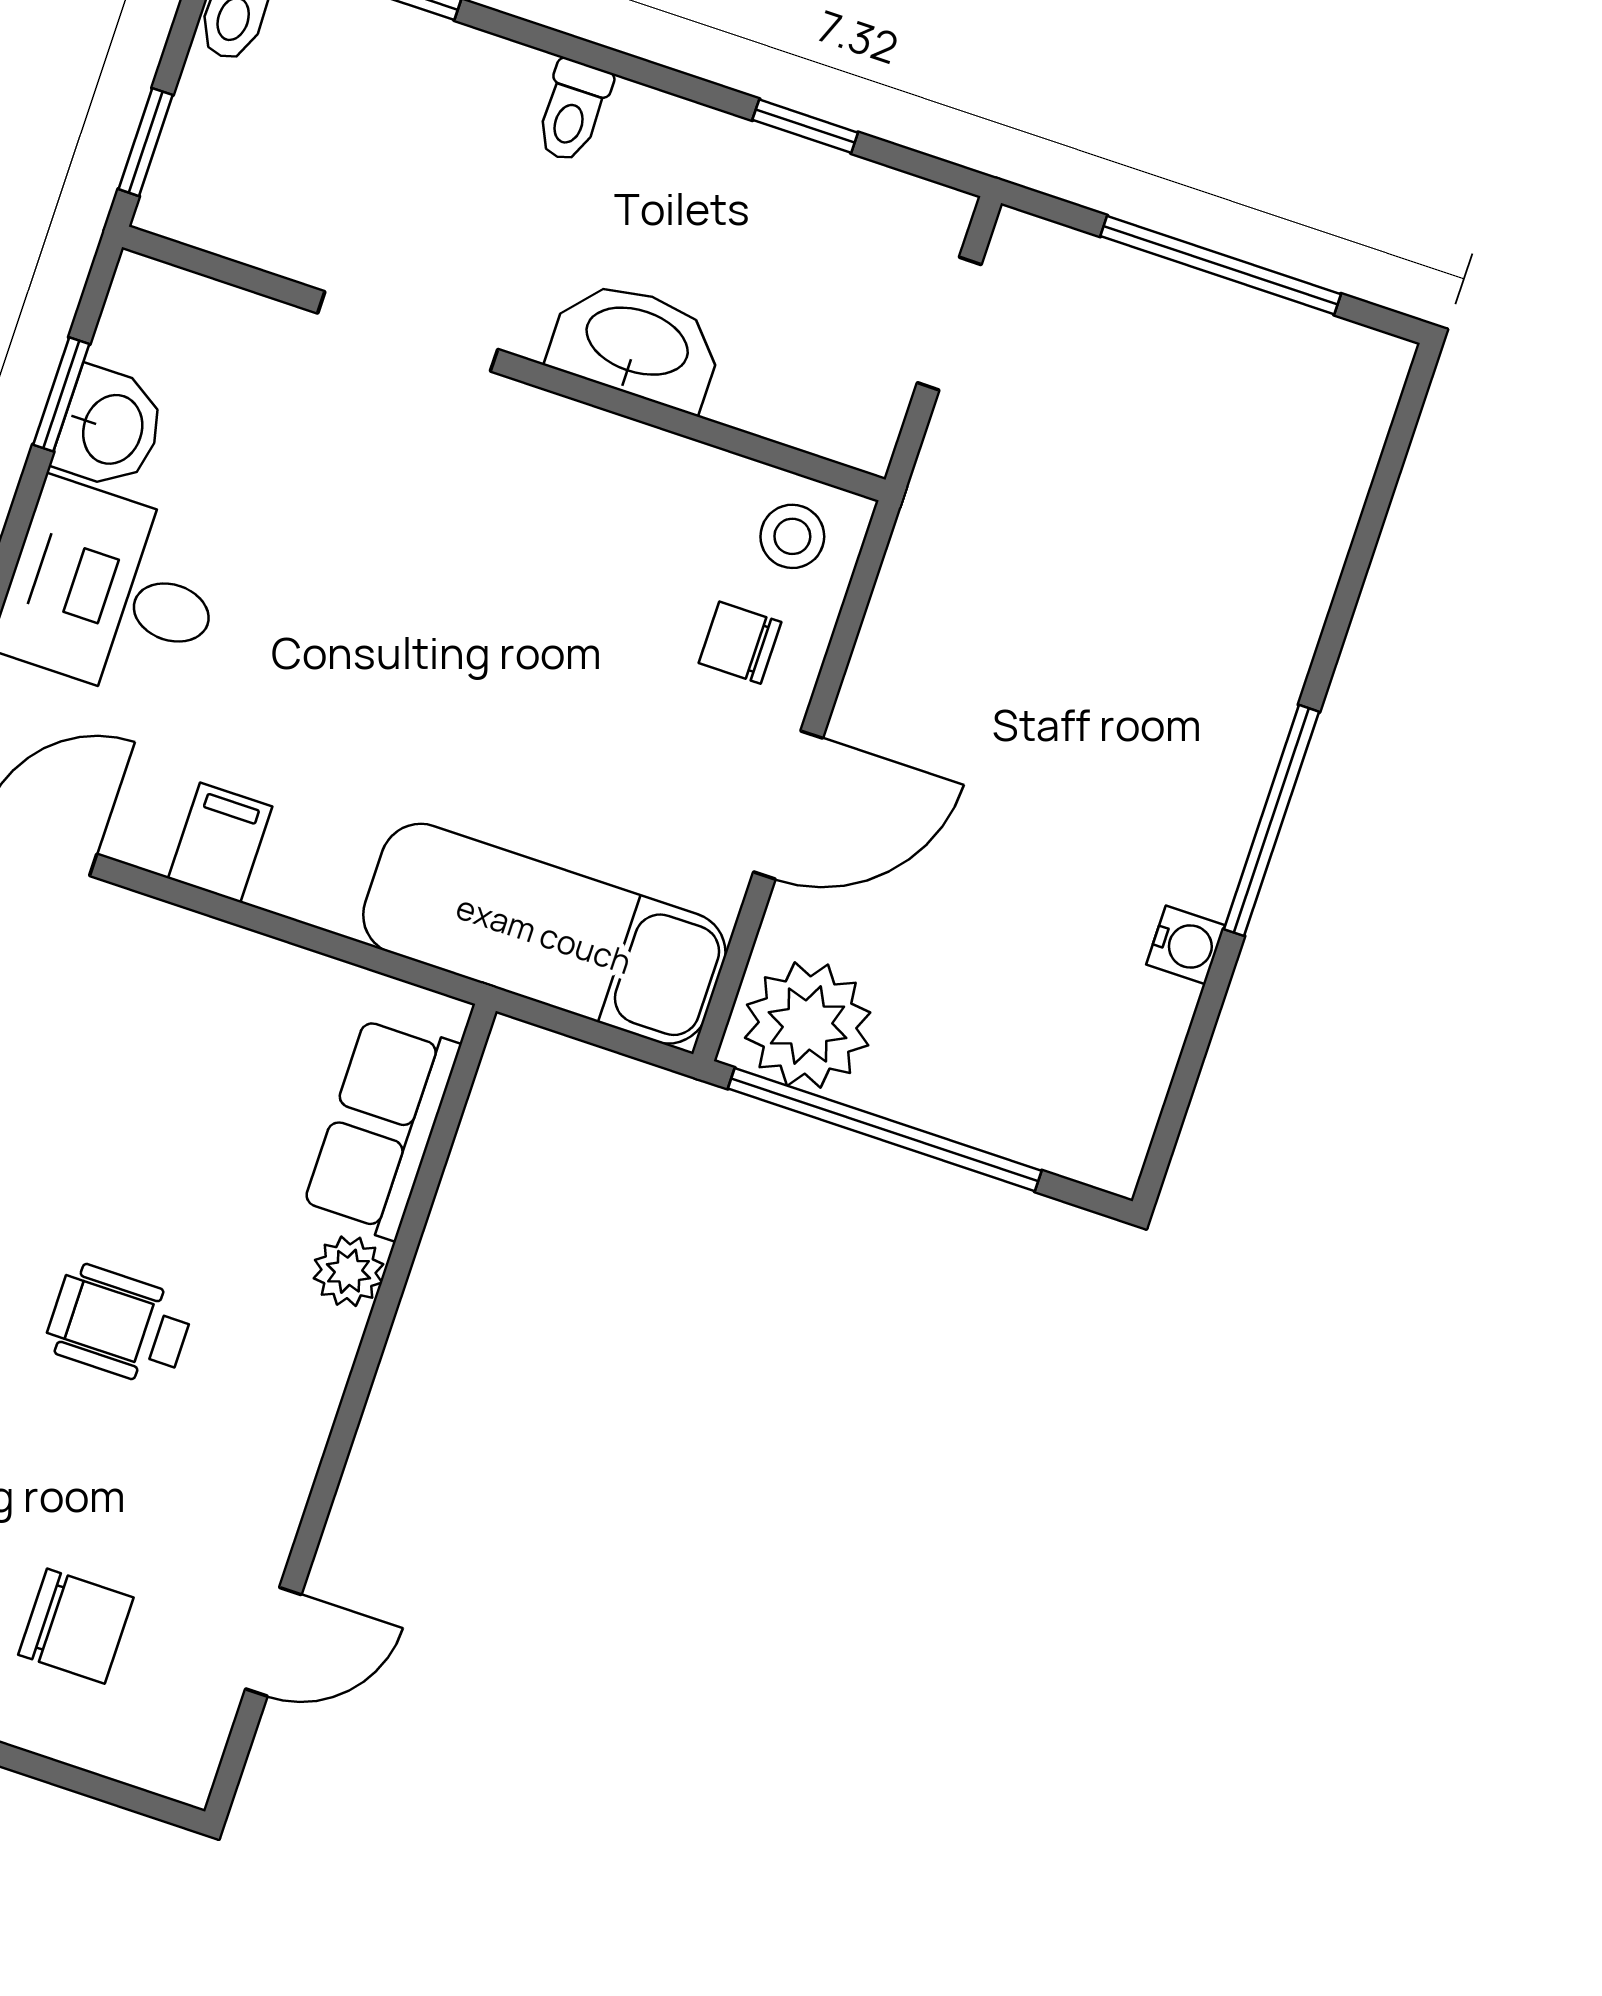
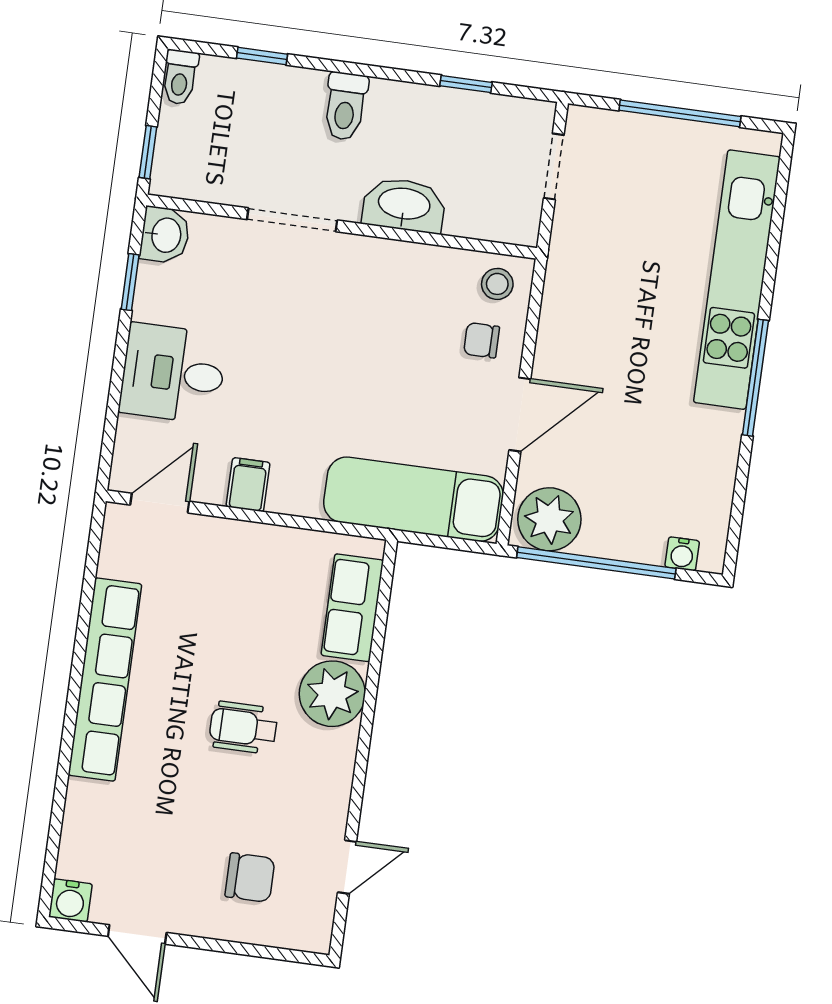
toilet: (573, 111) -> (345, 106), width x1.37, depth x1.39
washbasin: (110, 428) -> (165, 235), moved
kitchen unit: (1271, 618) -> (737, 280), added
water cooler: (1186, 945) -> (682, 554), moved, turned 90
plant: (349, 1271) -> (332, 694), width x1.88, depth x1.88

